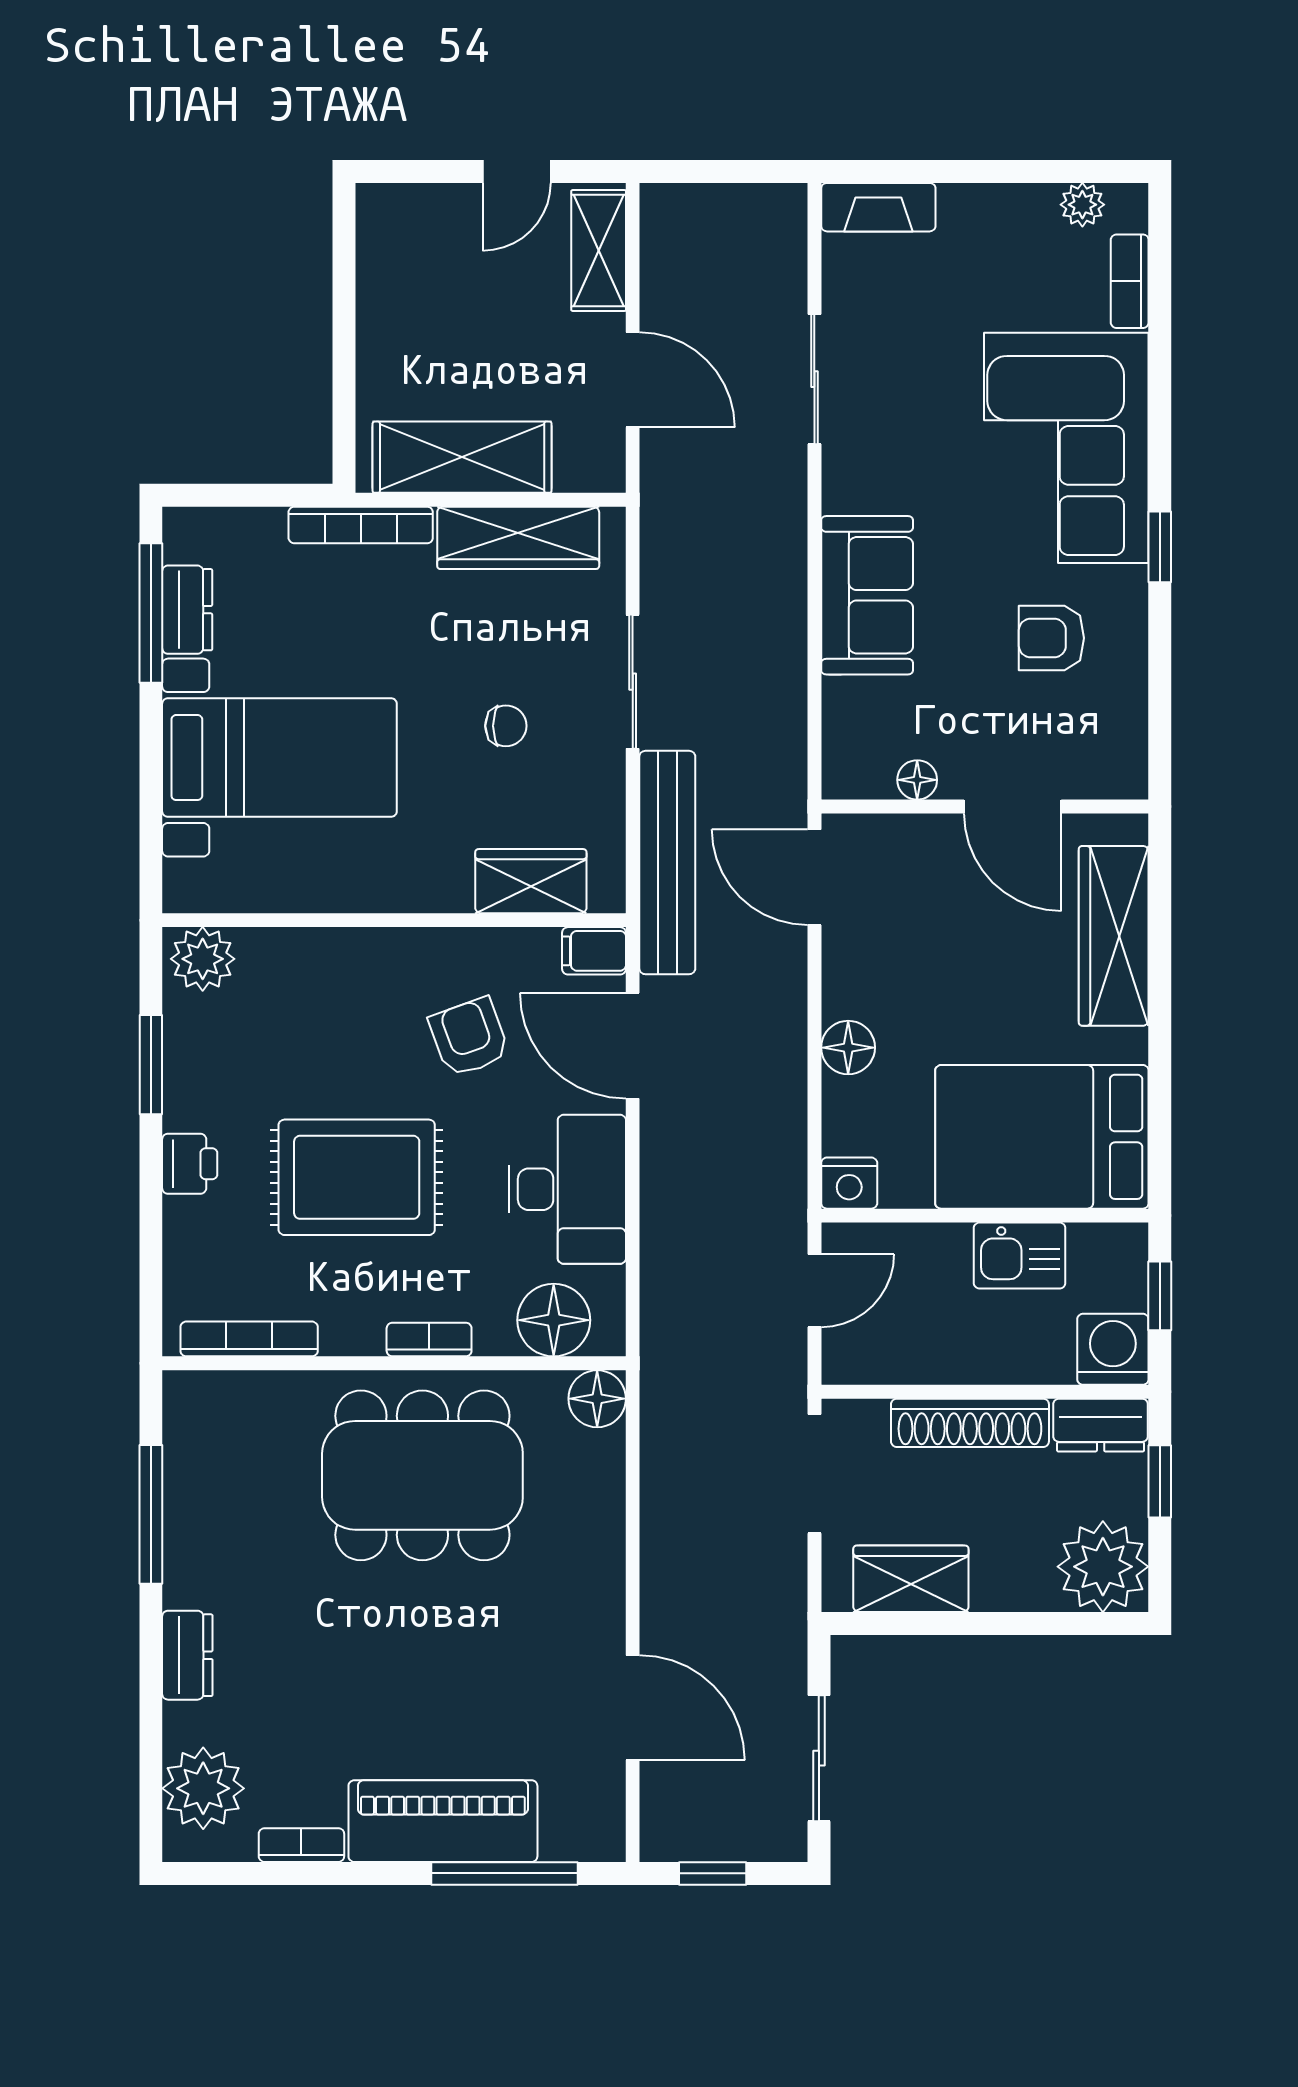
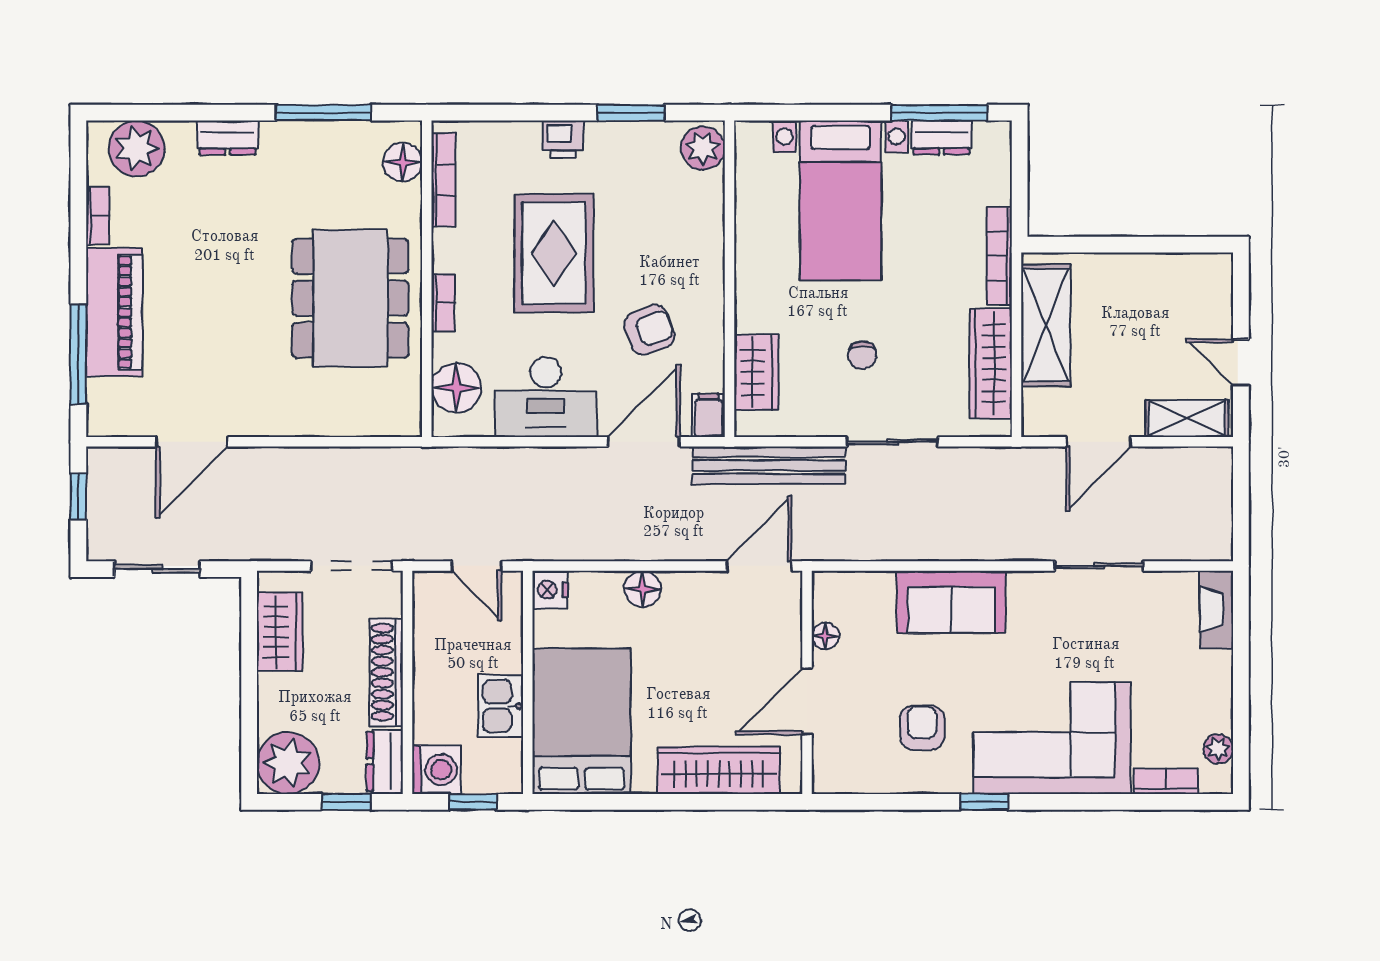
floor lamp: (597, 1399) -> (403, 162), moved

